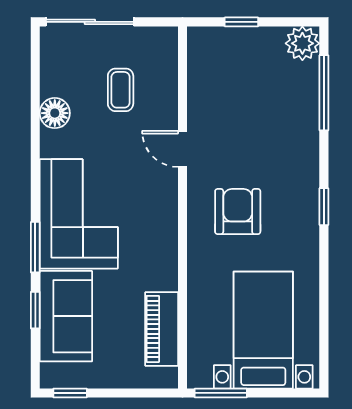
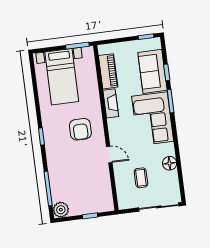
fireplace: (165, 259) -> (111, 103), added

